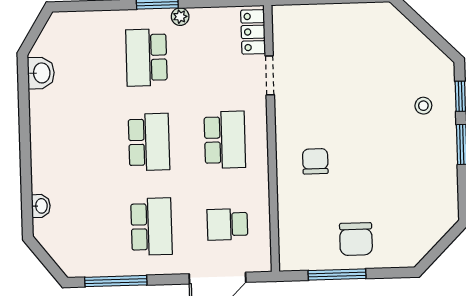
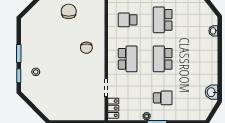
school desk: (146, 57) -> (163, 98), width x0.54
school desk: (225, 140) -> (128, 59), turned 180
school desk: (227, 224) -> (128, 20), turned 180

